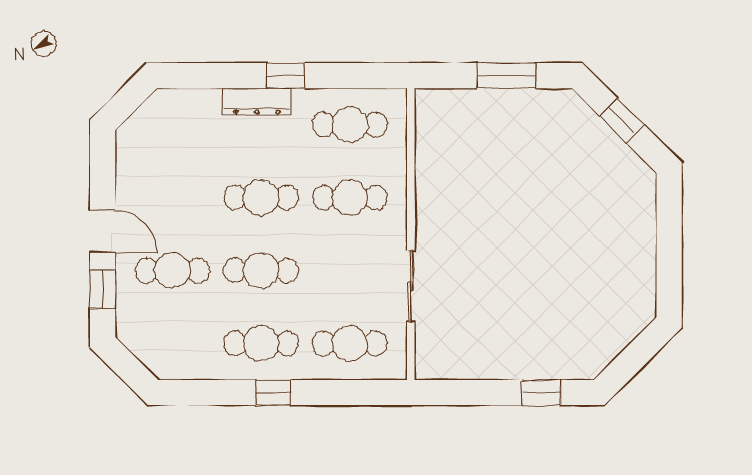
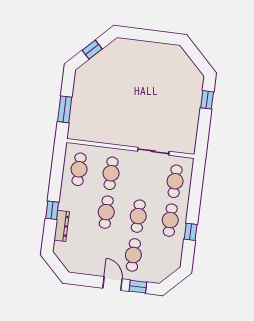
window: (285, 76) -> (52, 210), moved
window: (506, 76) -> (65, 109), moved
dresser: (257, 101) -> (62, 226), moved
door: (103, 232) -> (112, 283), hinge flipped
window: (273, 393) -> (191, 232), moved

